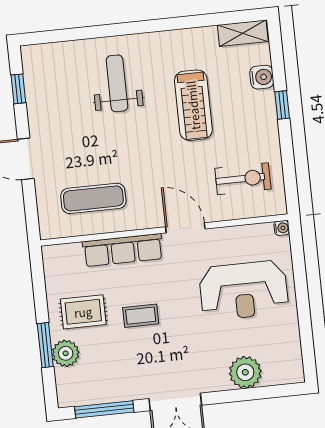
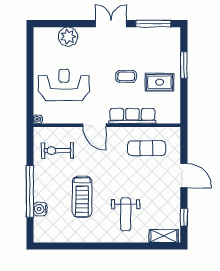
shelving: (243, 33) -> (164, 236), moved
treadmill: (193, 105) -> (82, 197), turned 180
window: (282, 105) -> (30, 191), width x3.17
plant: (66, 353) -> (172, 59), removed

